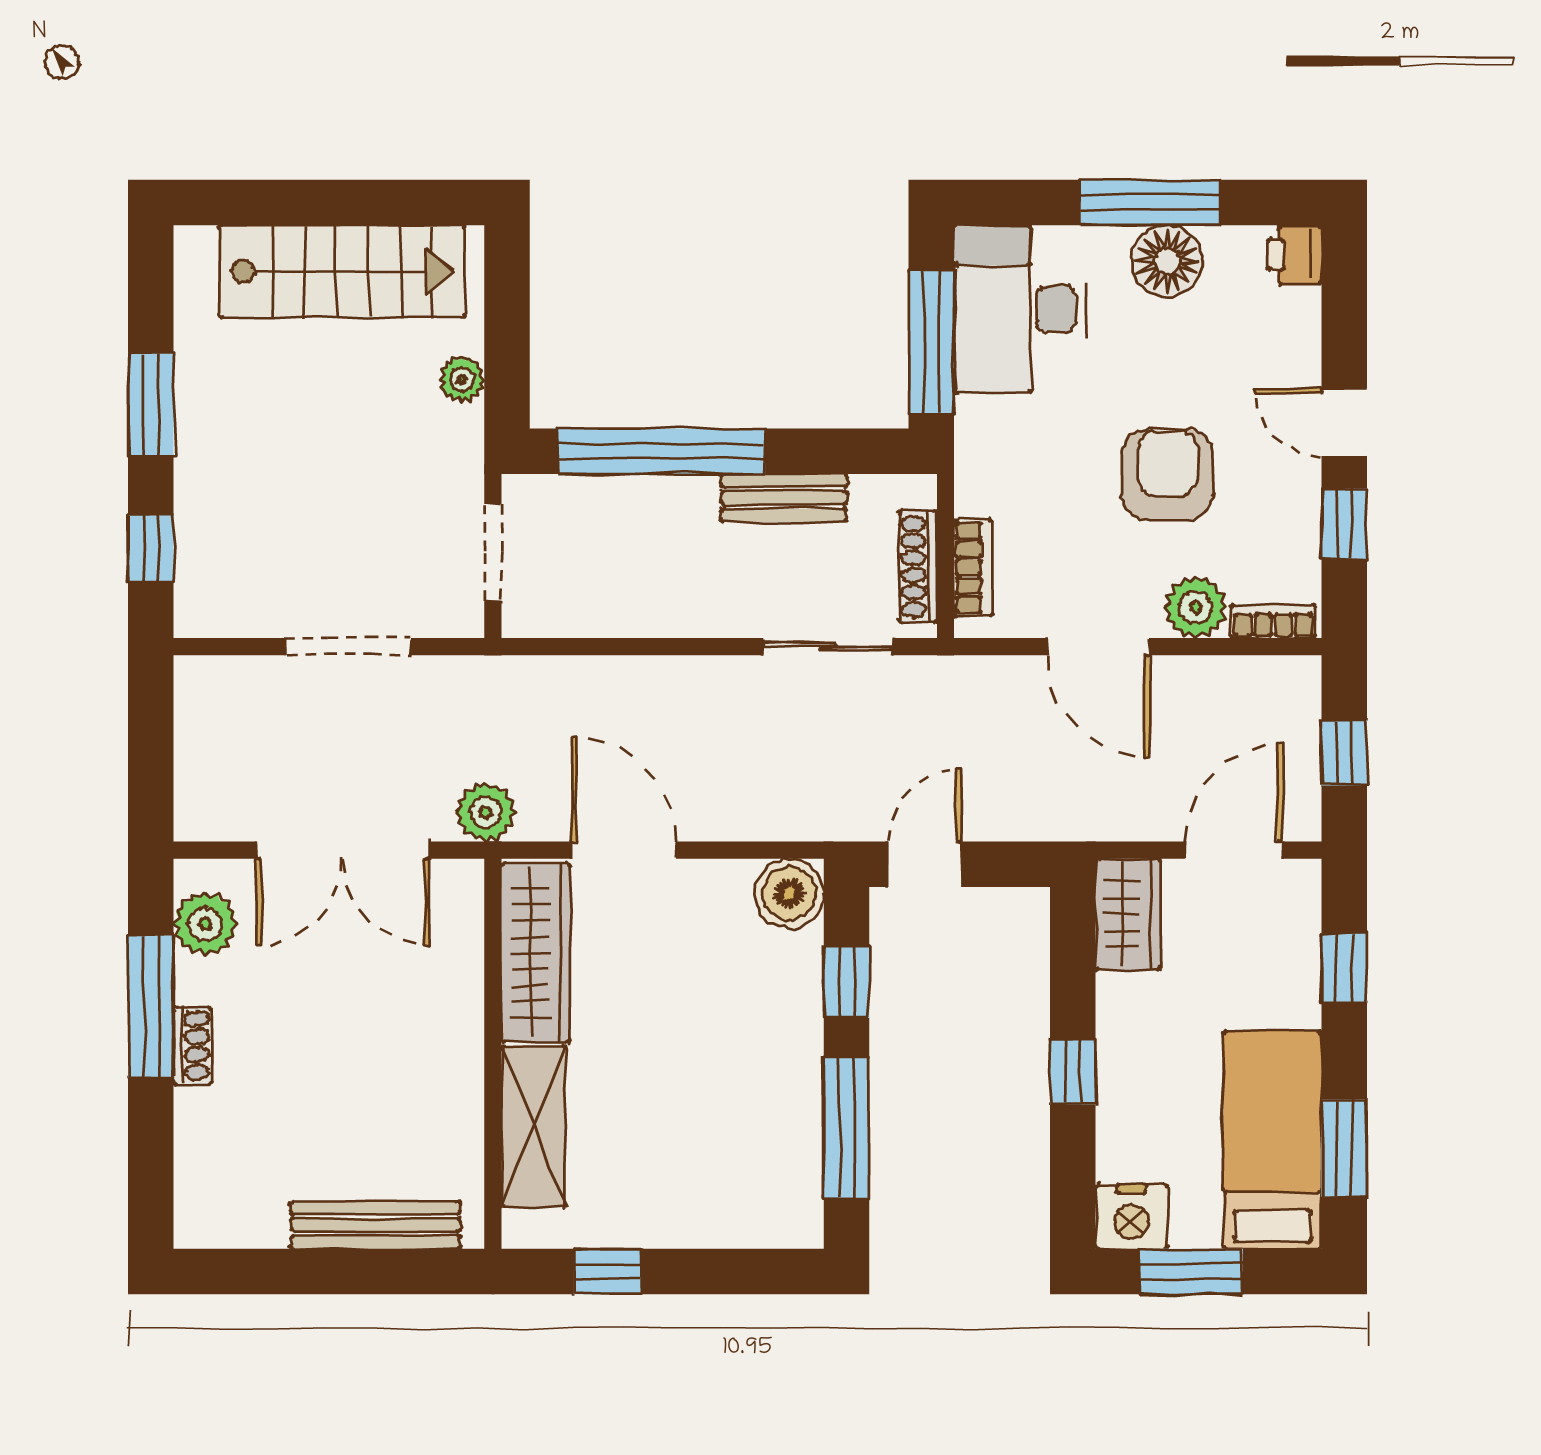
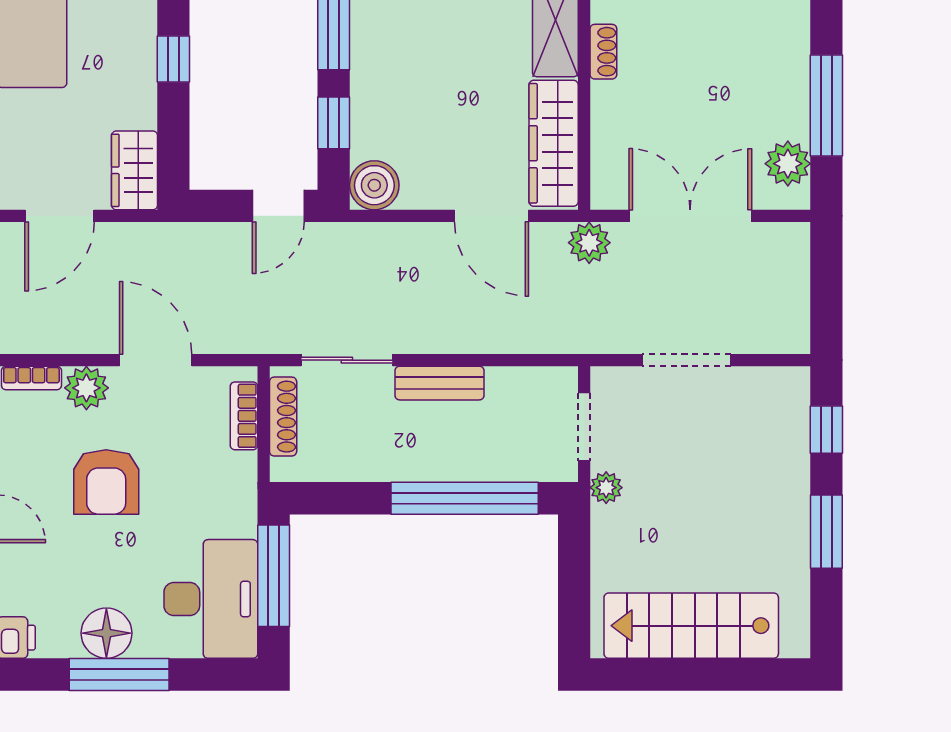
plant: (462, 379) -> (606, 488), moved
bench: (784, 498) -> (440, 383), moved
shoe rack: (192, 1046) -> (603, 52), moved, turned 180

